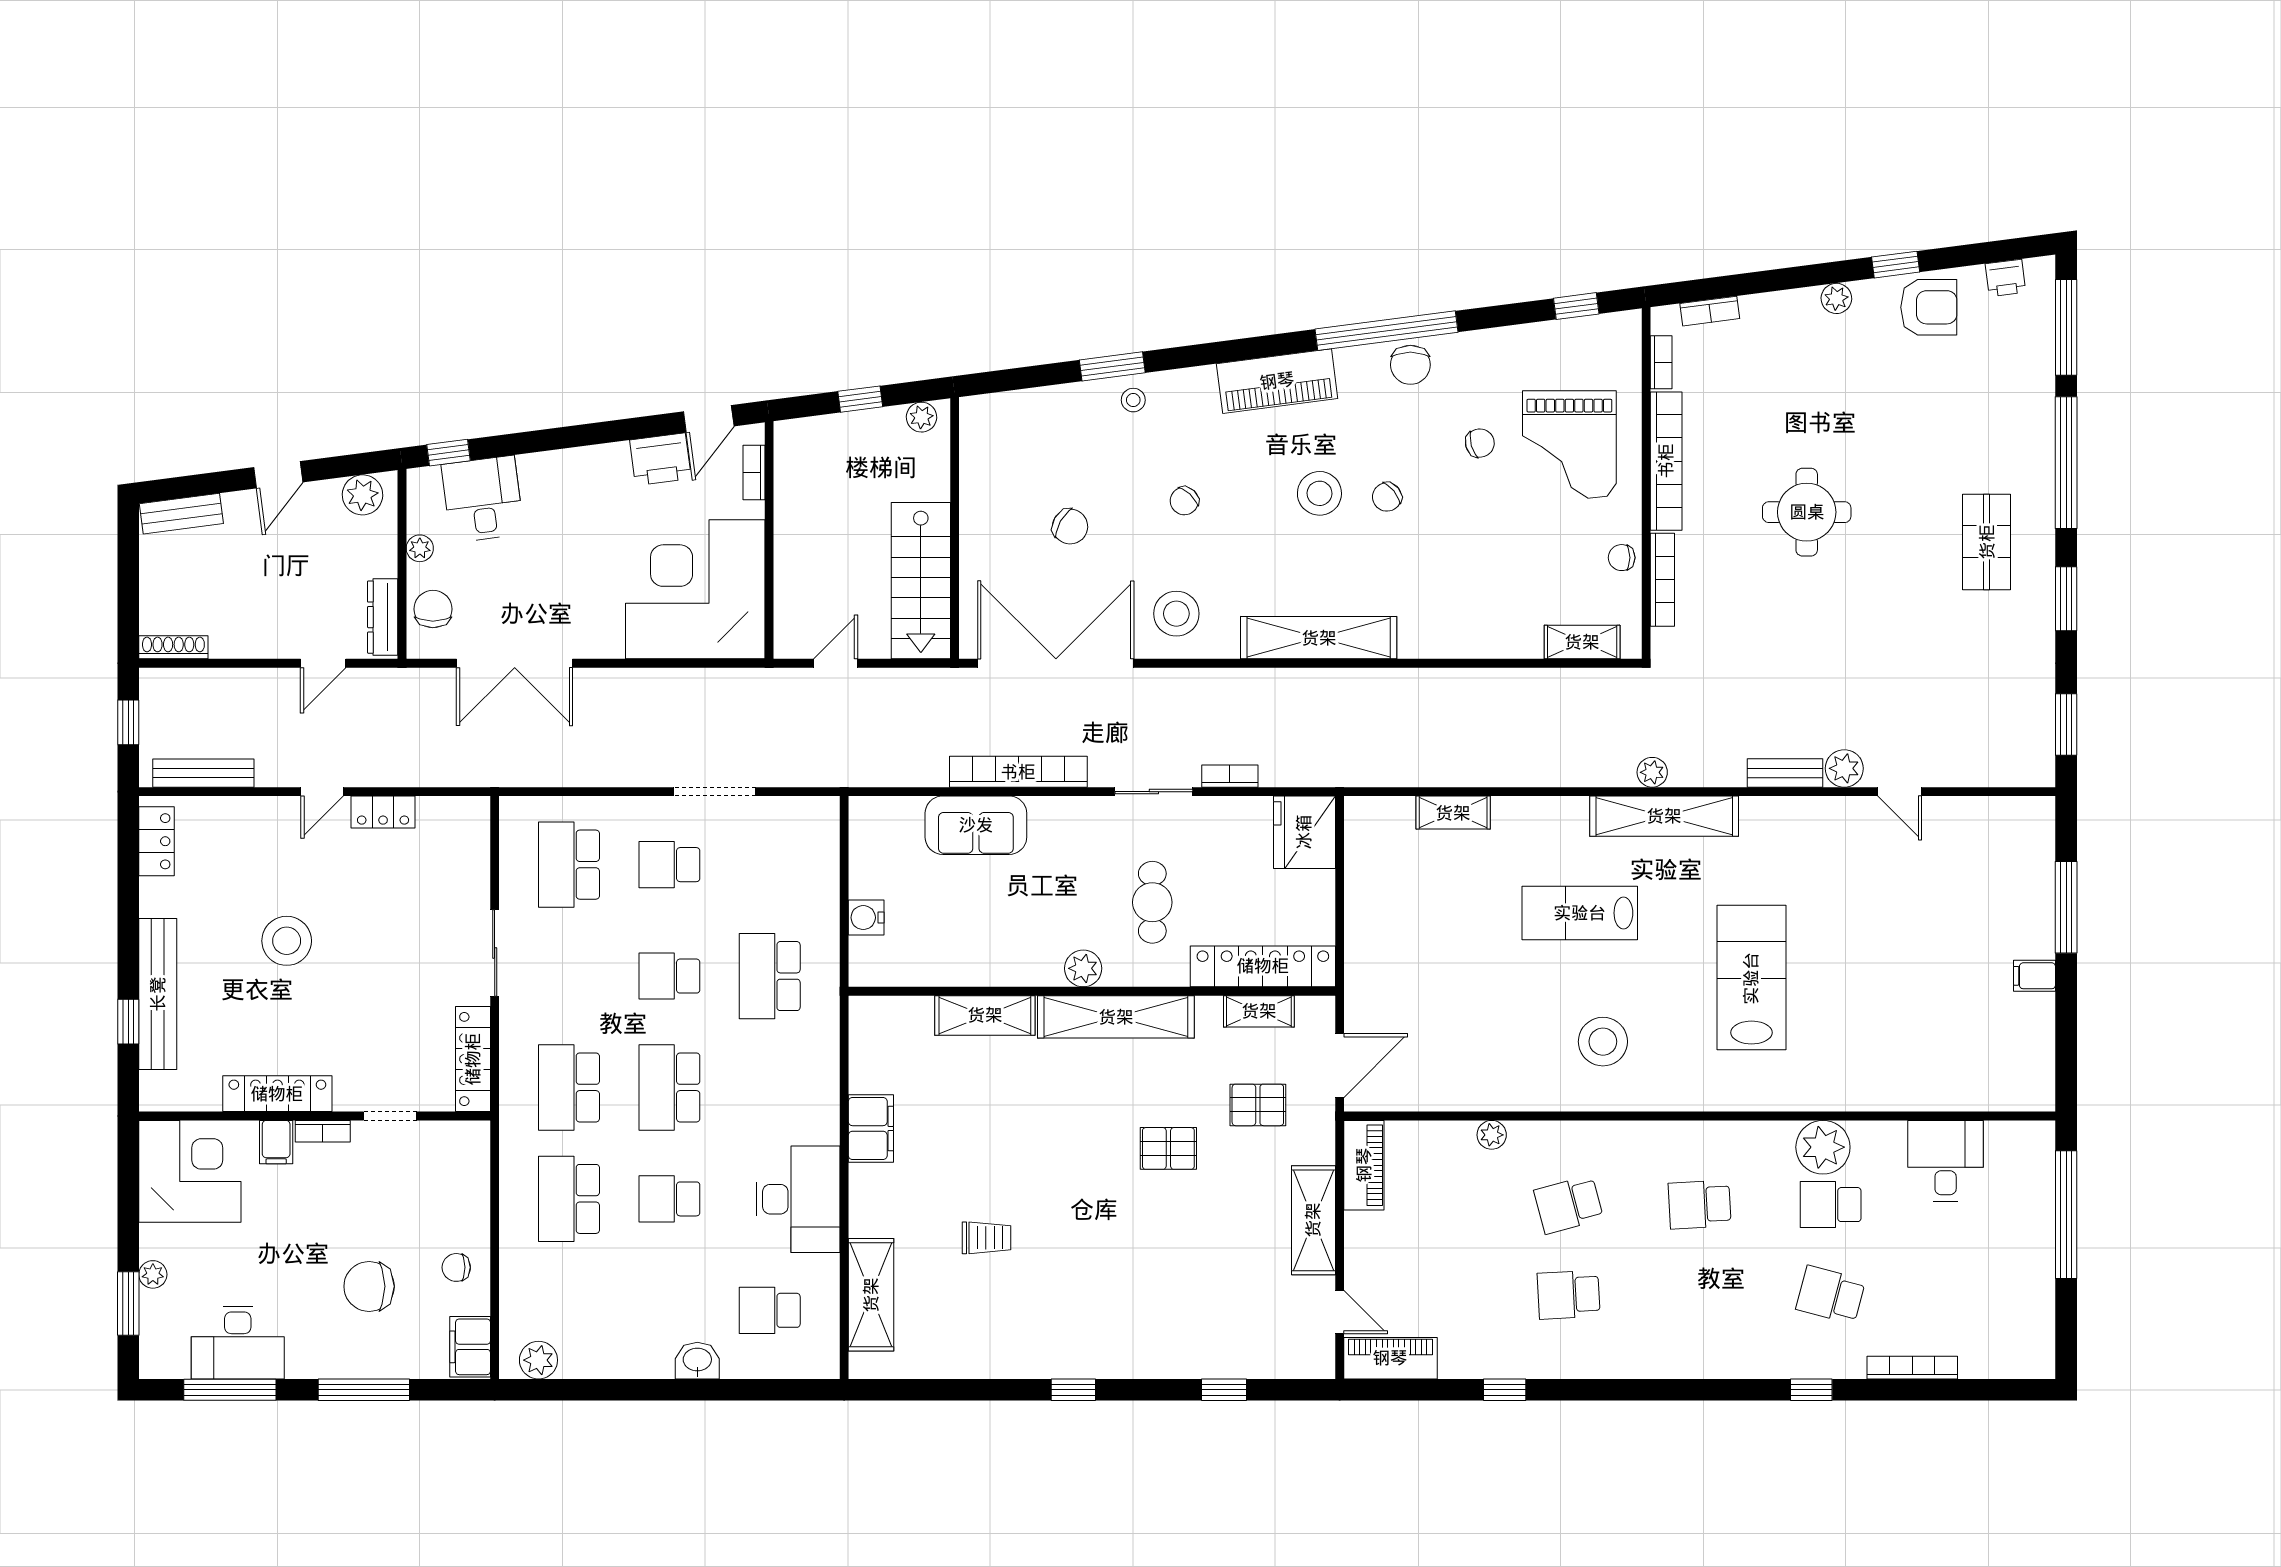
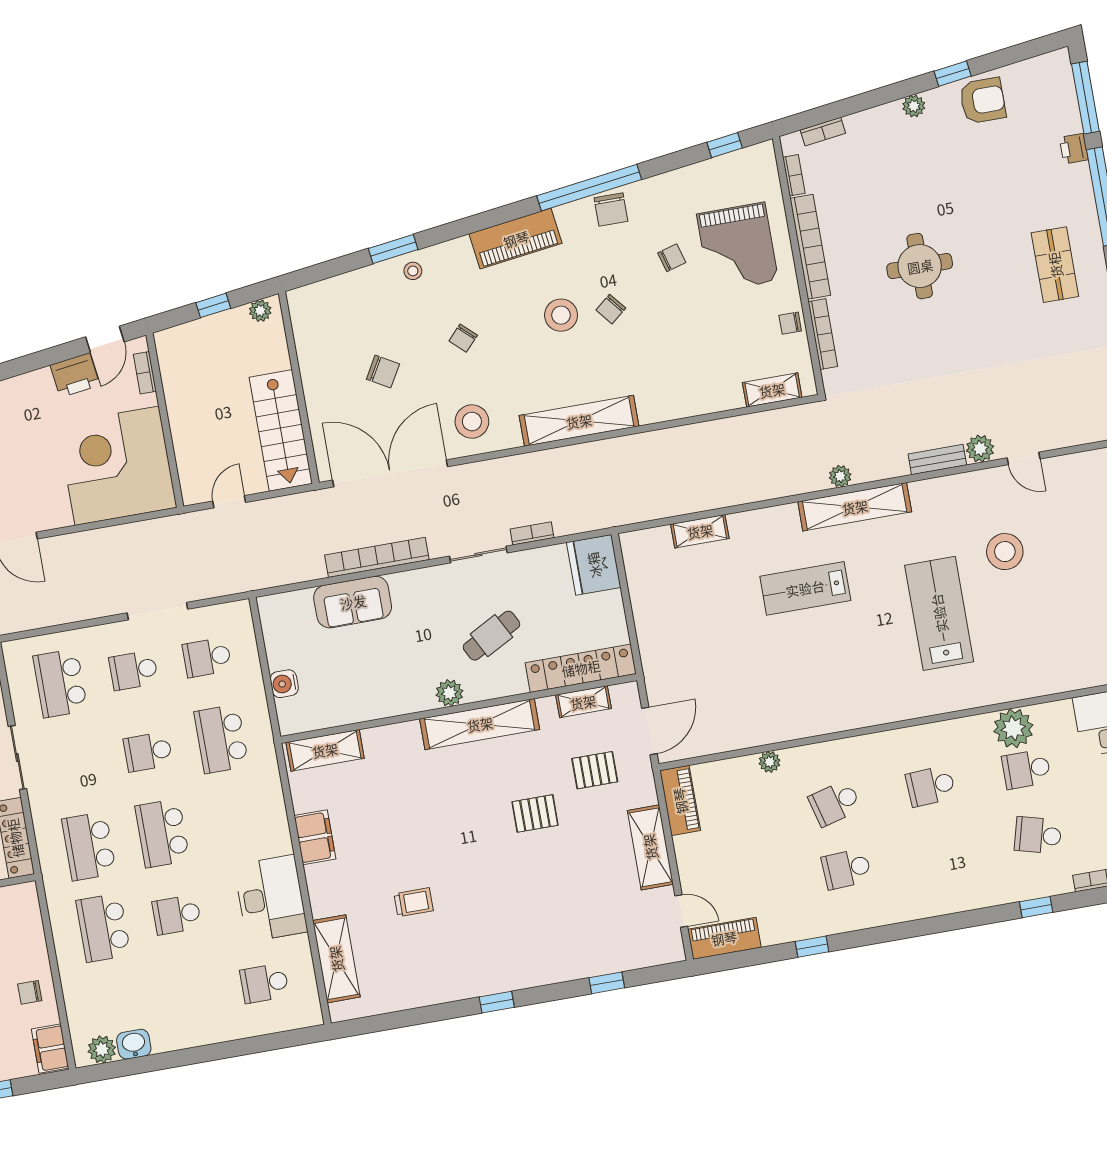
printer: (2005, 278) -> (1074, 149), moved, turned 97
school desk: (770, 865) -> (207, 657), added
cafe table: (1152, 902) -> (491, 636), turned 62
shelving: (985, 1015) -> (325, 750), moved
stool: (1603, 1042) -> (1005, 552), moved
washbasin: (697, 1361) -> (134, 1044), moved

